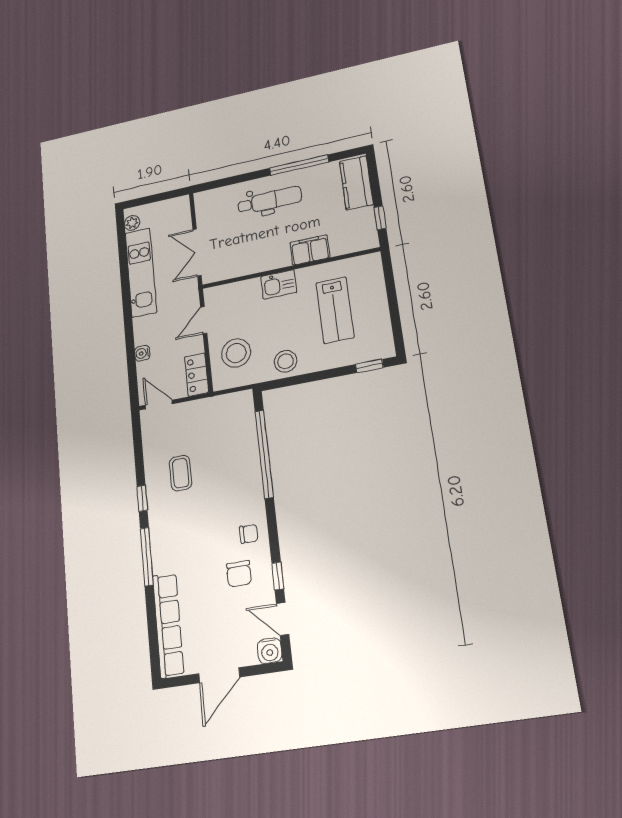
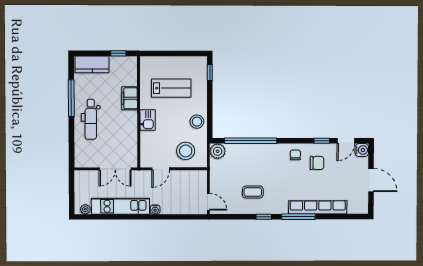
dental chair: (270, 200) -> (91, 119), turned 180
door: (204, 320) -> (161, 169), hinge flipped
water cooler: (142, 353) -> (155, 210), moved
locker: (197, 375) -> (194, 177), removed
plant: (241, 404) -> (218, 151), added
door: (159, 405) -> (208, 202), swing flipped
row of seats: (168, 625) -> (318, 207), moved

